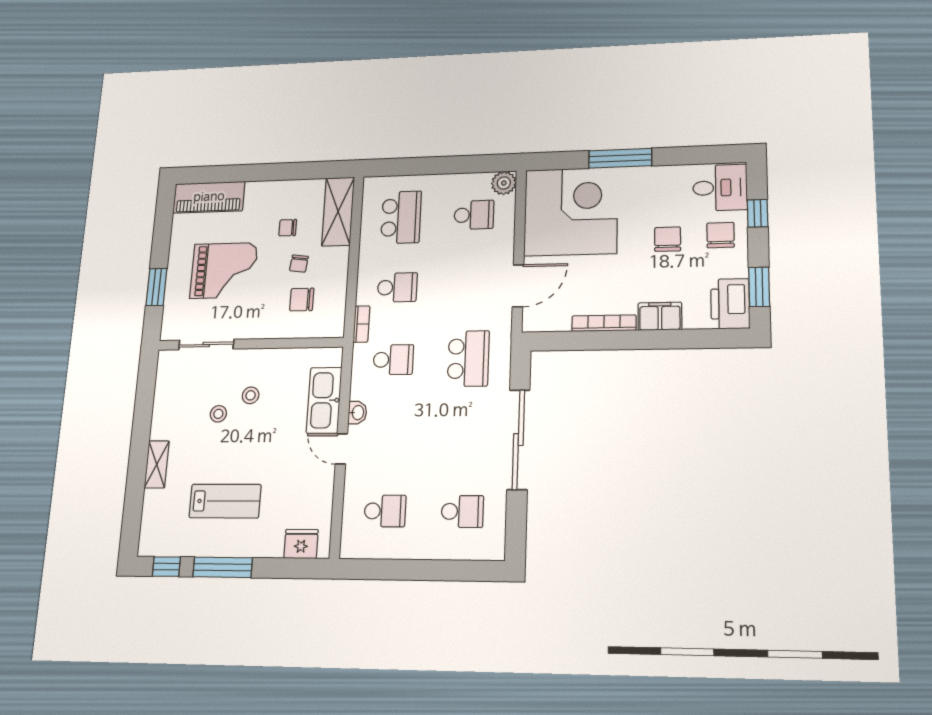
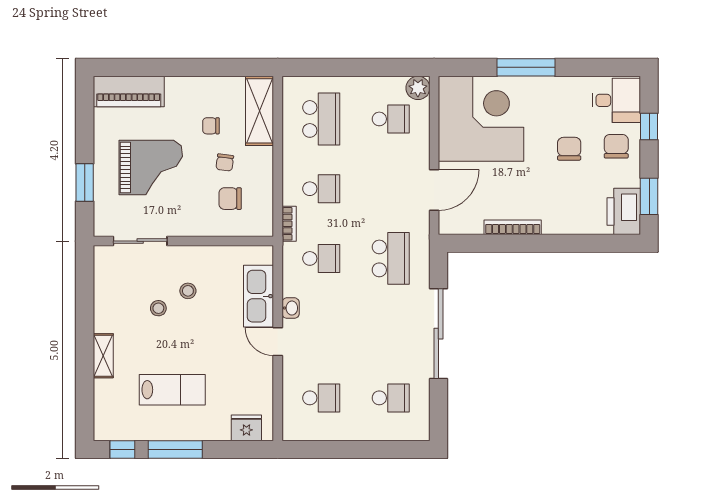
filing cabinet: (660, 316) -> (562, 222), removed

